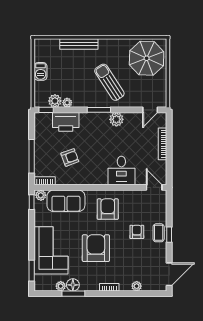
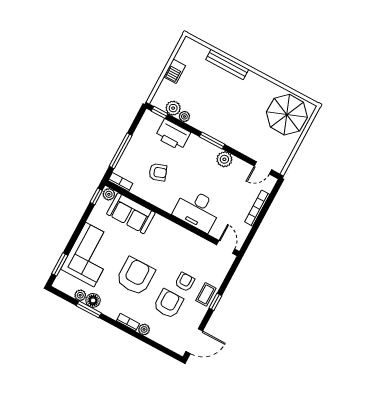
sun lounger: (109, 82) -> (237, 119), removed
desk: (121, 170) -> (197, 210), width x1.37
armchair: (108, 209) -> (168, 304), moved
plant: (137, 286) -> (144, 329), moved

